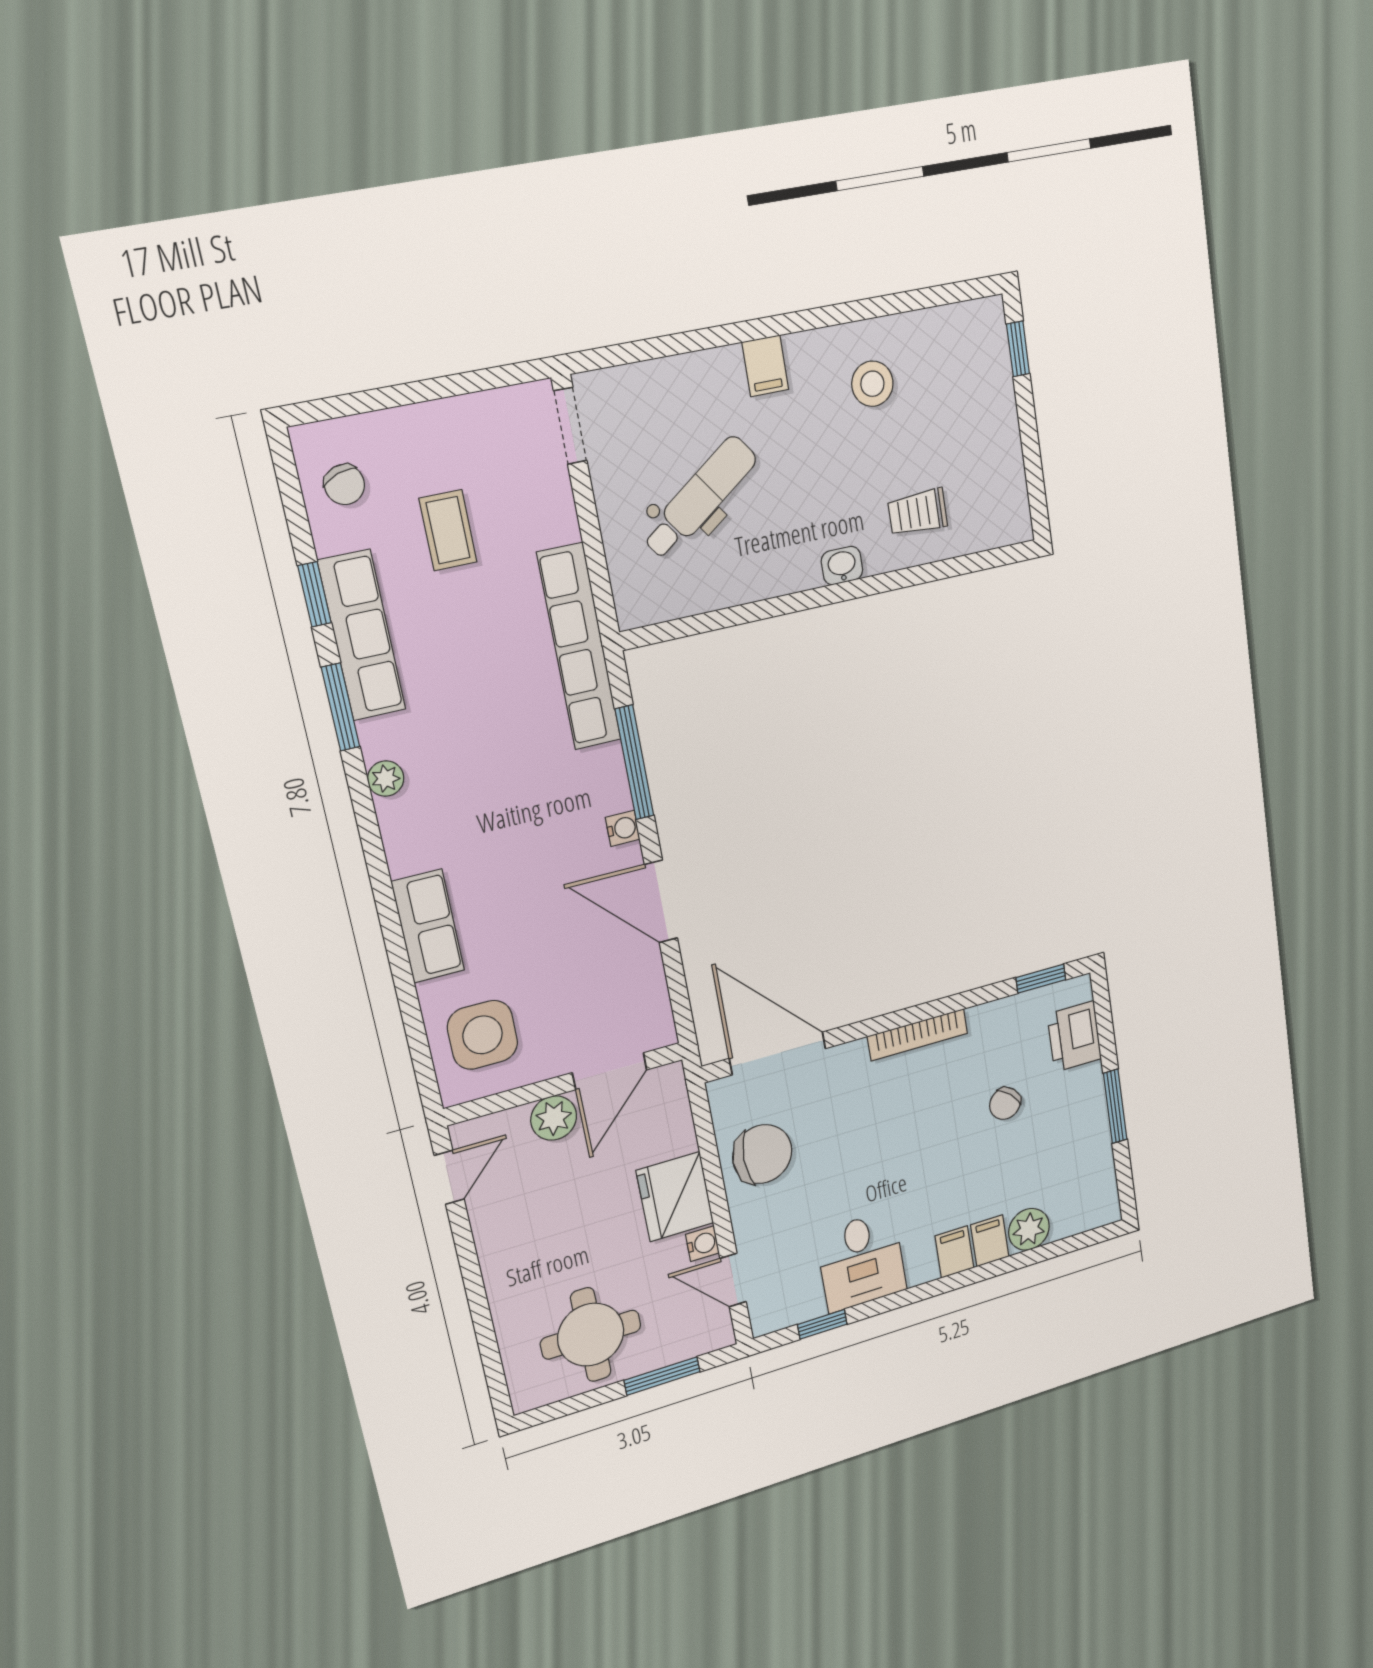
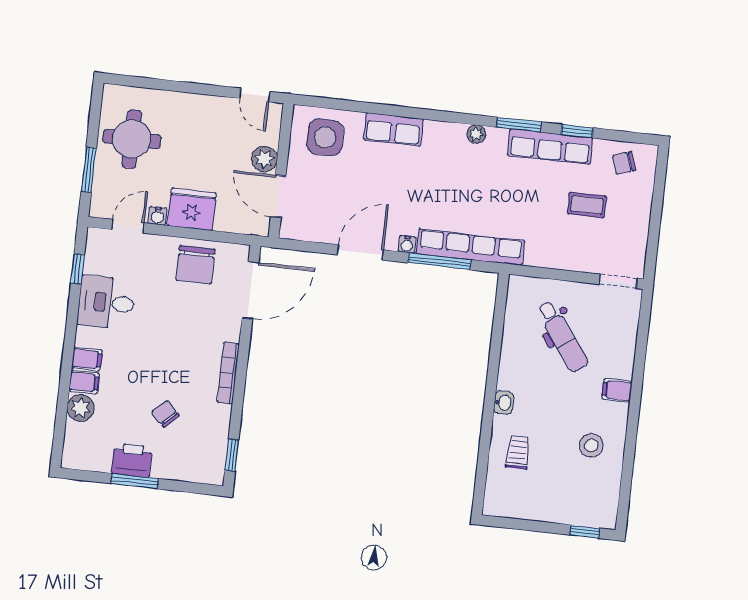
row of seats: (579, 647) -> (470, 247), moved
printer: (1074, 1036) -> (132, 460), moved

